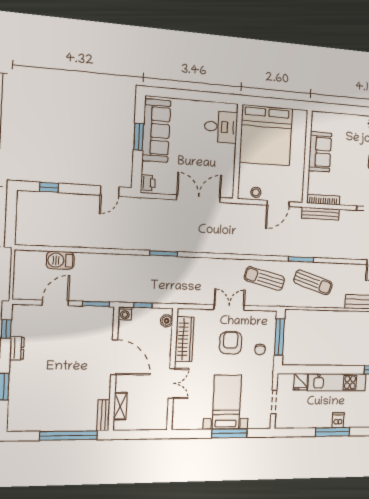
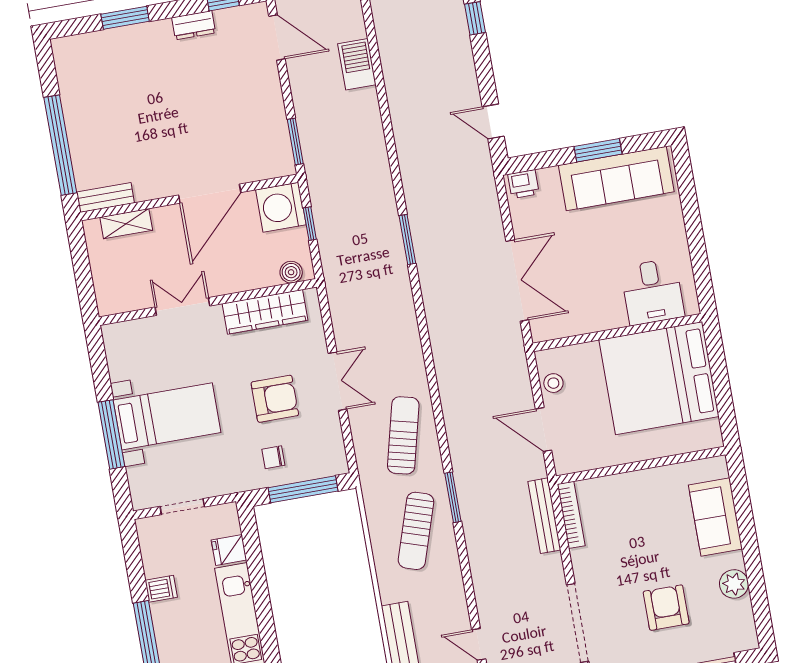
sofa: (320, 152) -> (715, 517), moved, turned 90
door: (55, 303) -> (277, 37), moved
washing machine: (125, 313) -> (281, 207), width x1.89, depth x1.89
double door: (172, 383) -> (182, 306), swing flipped
dishwasher: (338, 420) -> (161, 589), moved

